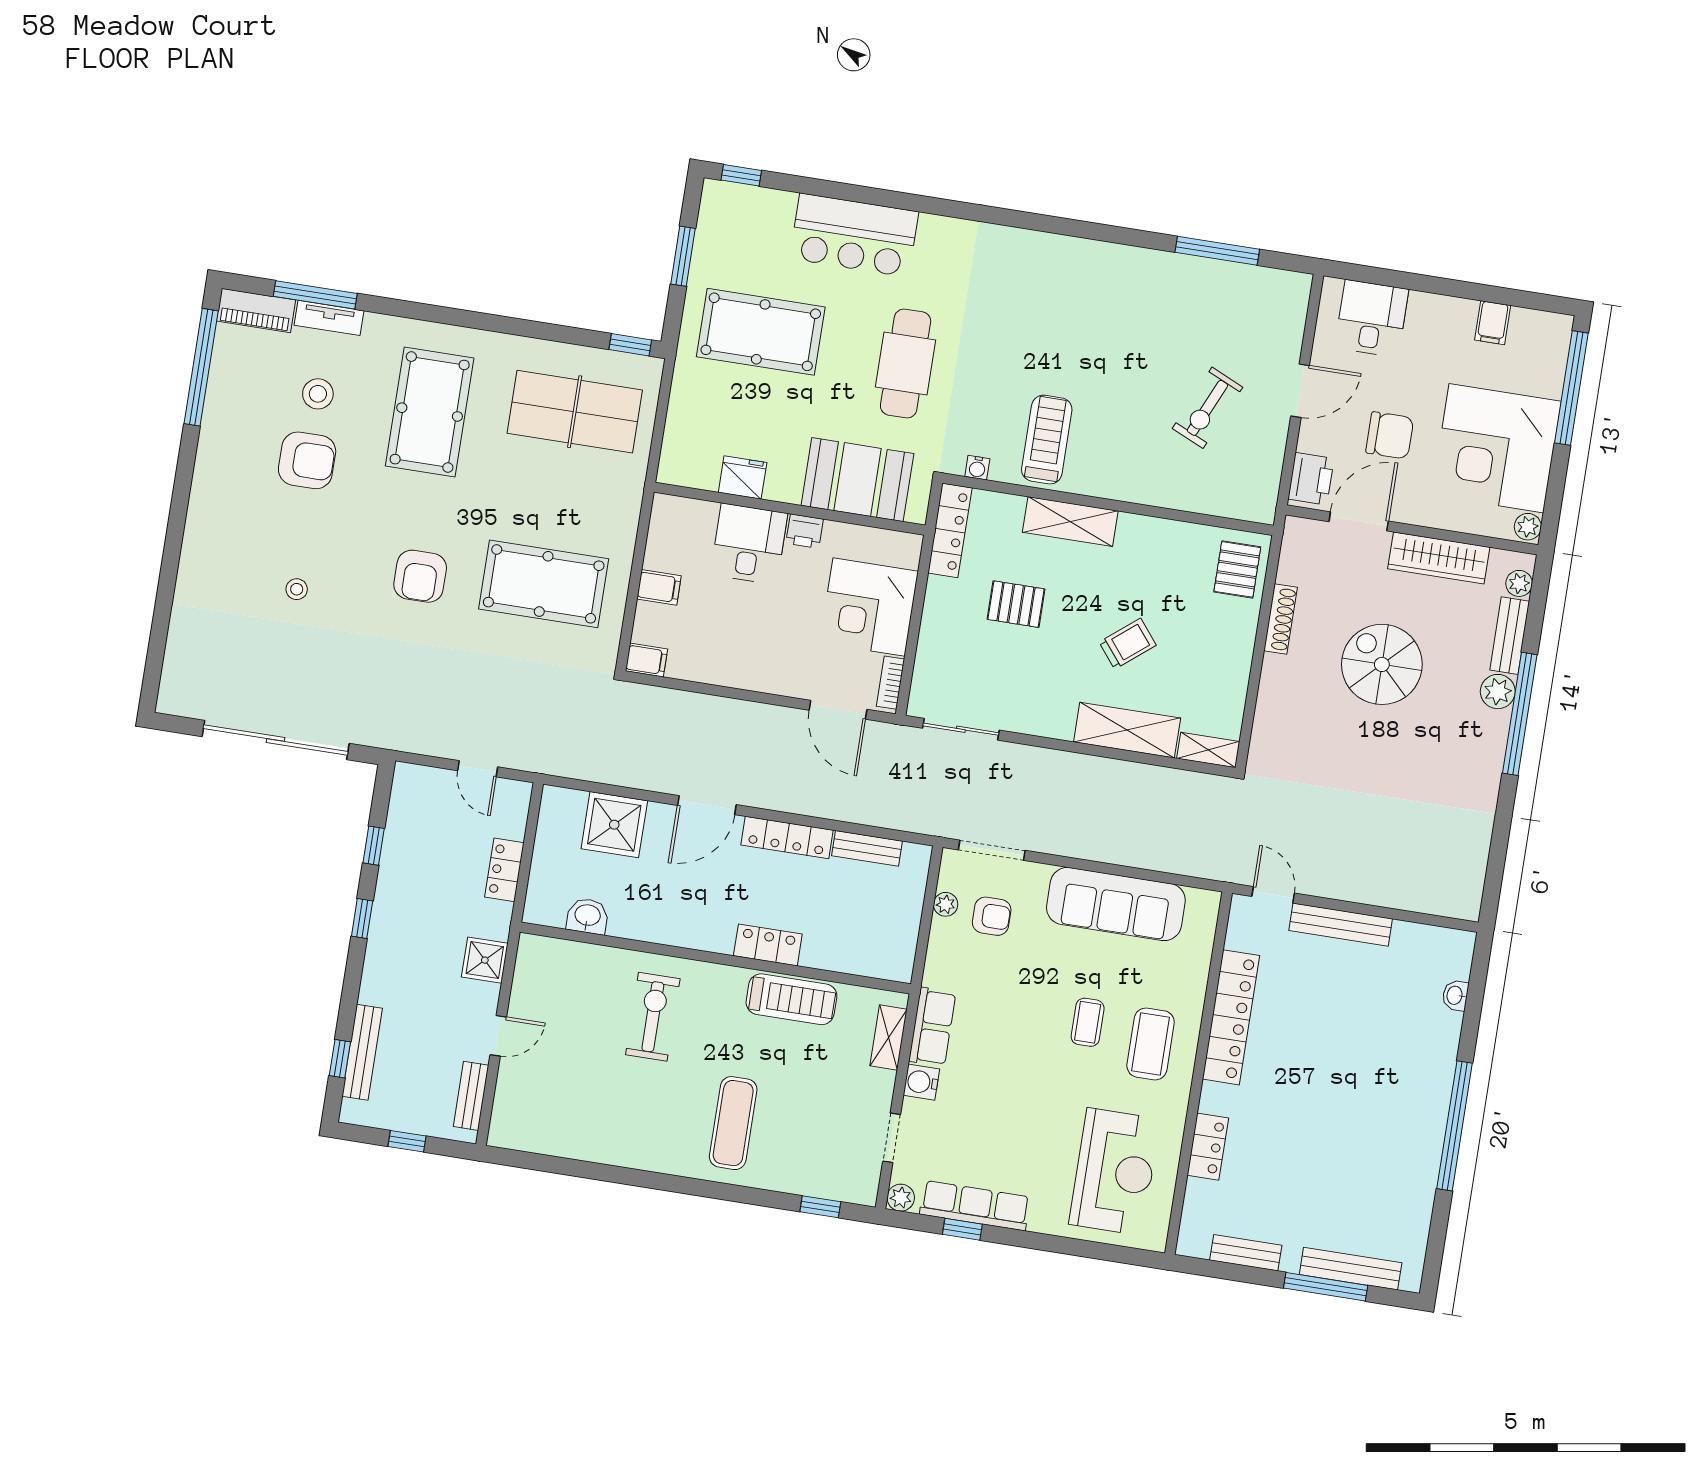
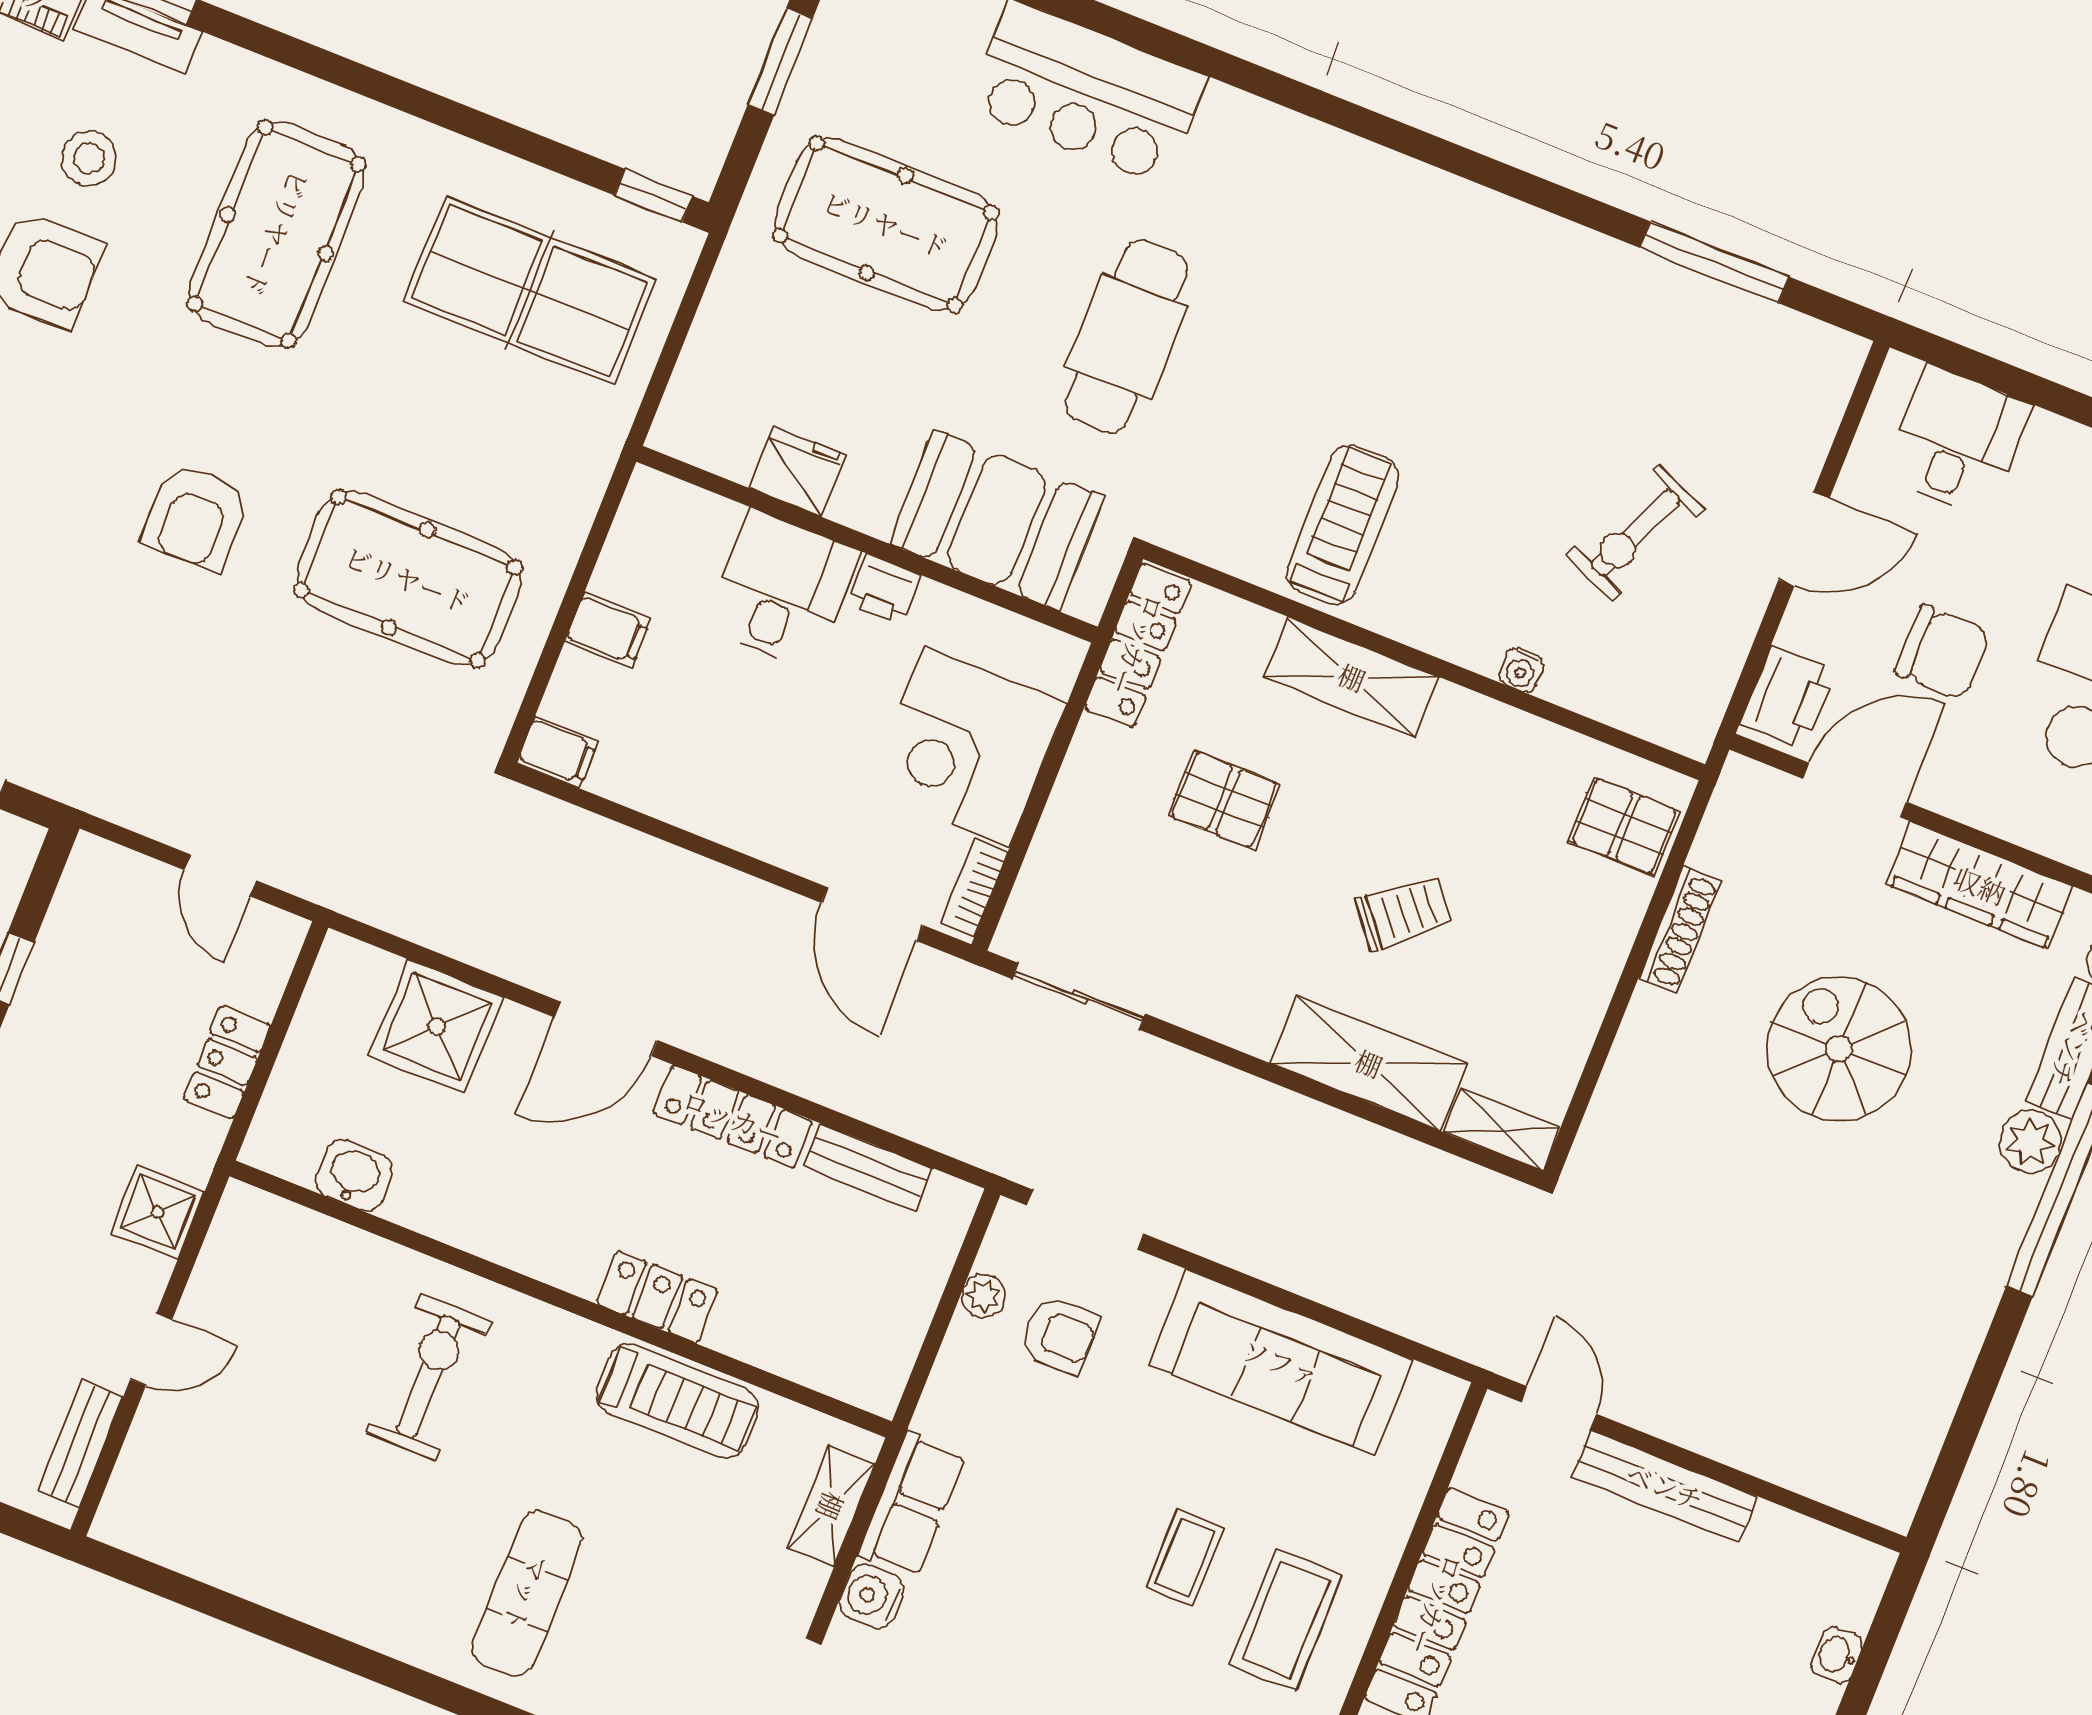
water cooler: (977, 468) -> (1521, 670), moved
pallet: (1237, 569) -> (1624, 826), turned 90

